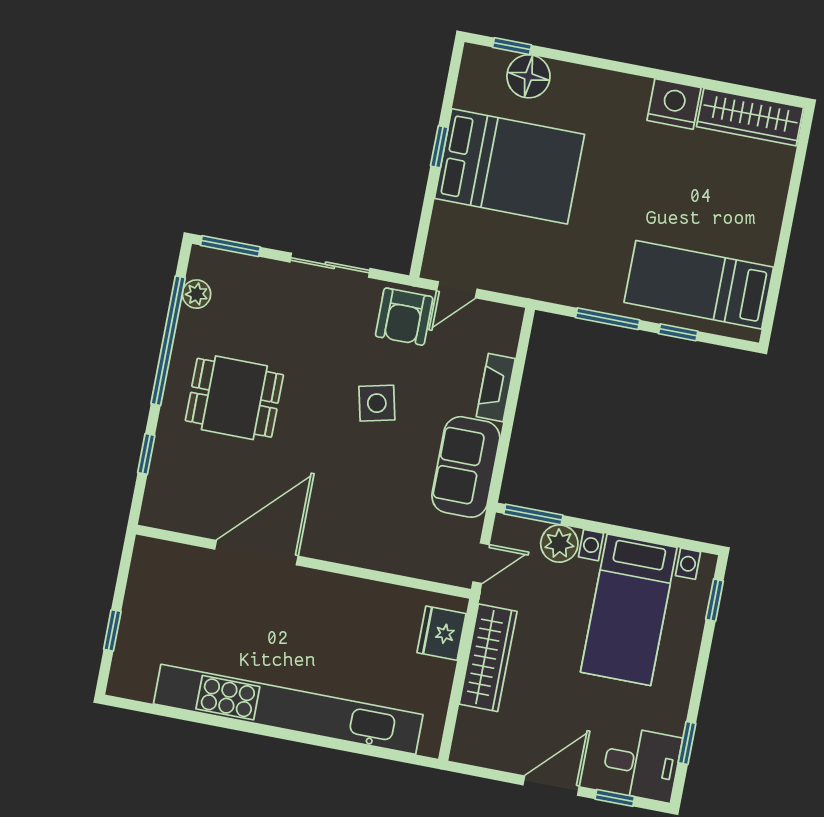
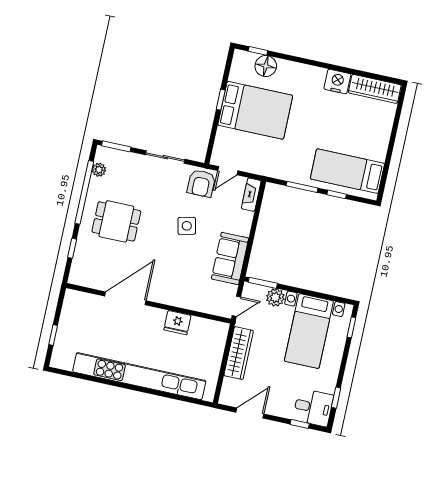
fireplace: (496, 388) -> (251, 195), moved
fridge: (442, 633) -> (177, 323), moved, turned -90
door: (551, 786) -> (250, 413), moved

